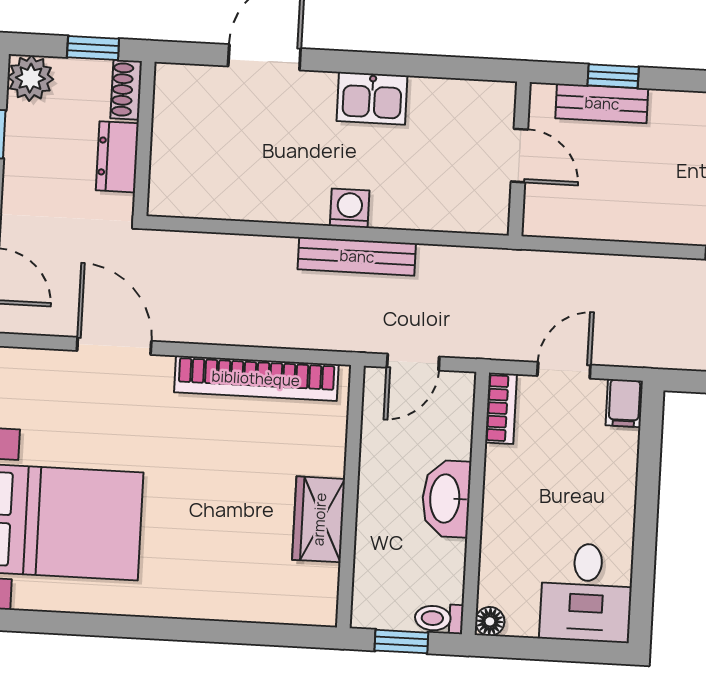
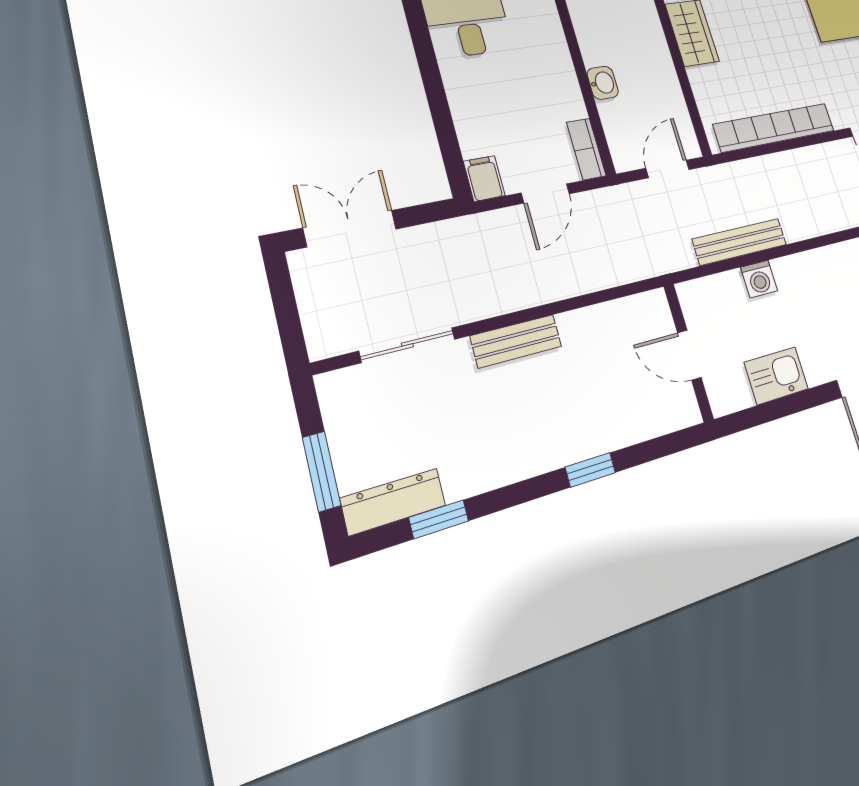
bench: (602, 103) -> (516, 341), moved
door: (519, 156) -> (689, 355), moved
wall: (519, 159) -> (688, 352), moved
washbasin: (446, 499) -> (603, 83), width x0.52, depth x0.69

